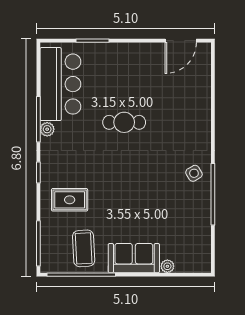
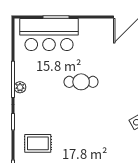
bar counter: (60, 84) -> (49, 35), moved, turned 90

